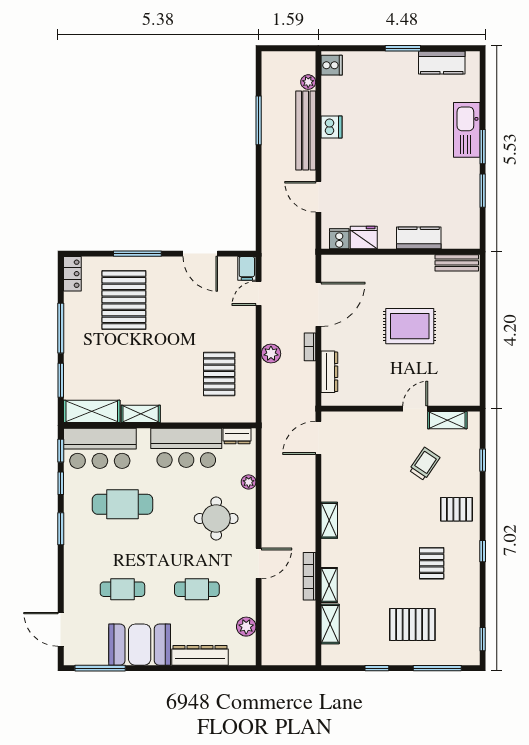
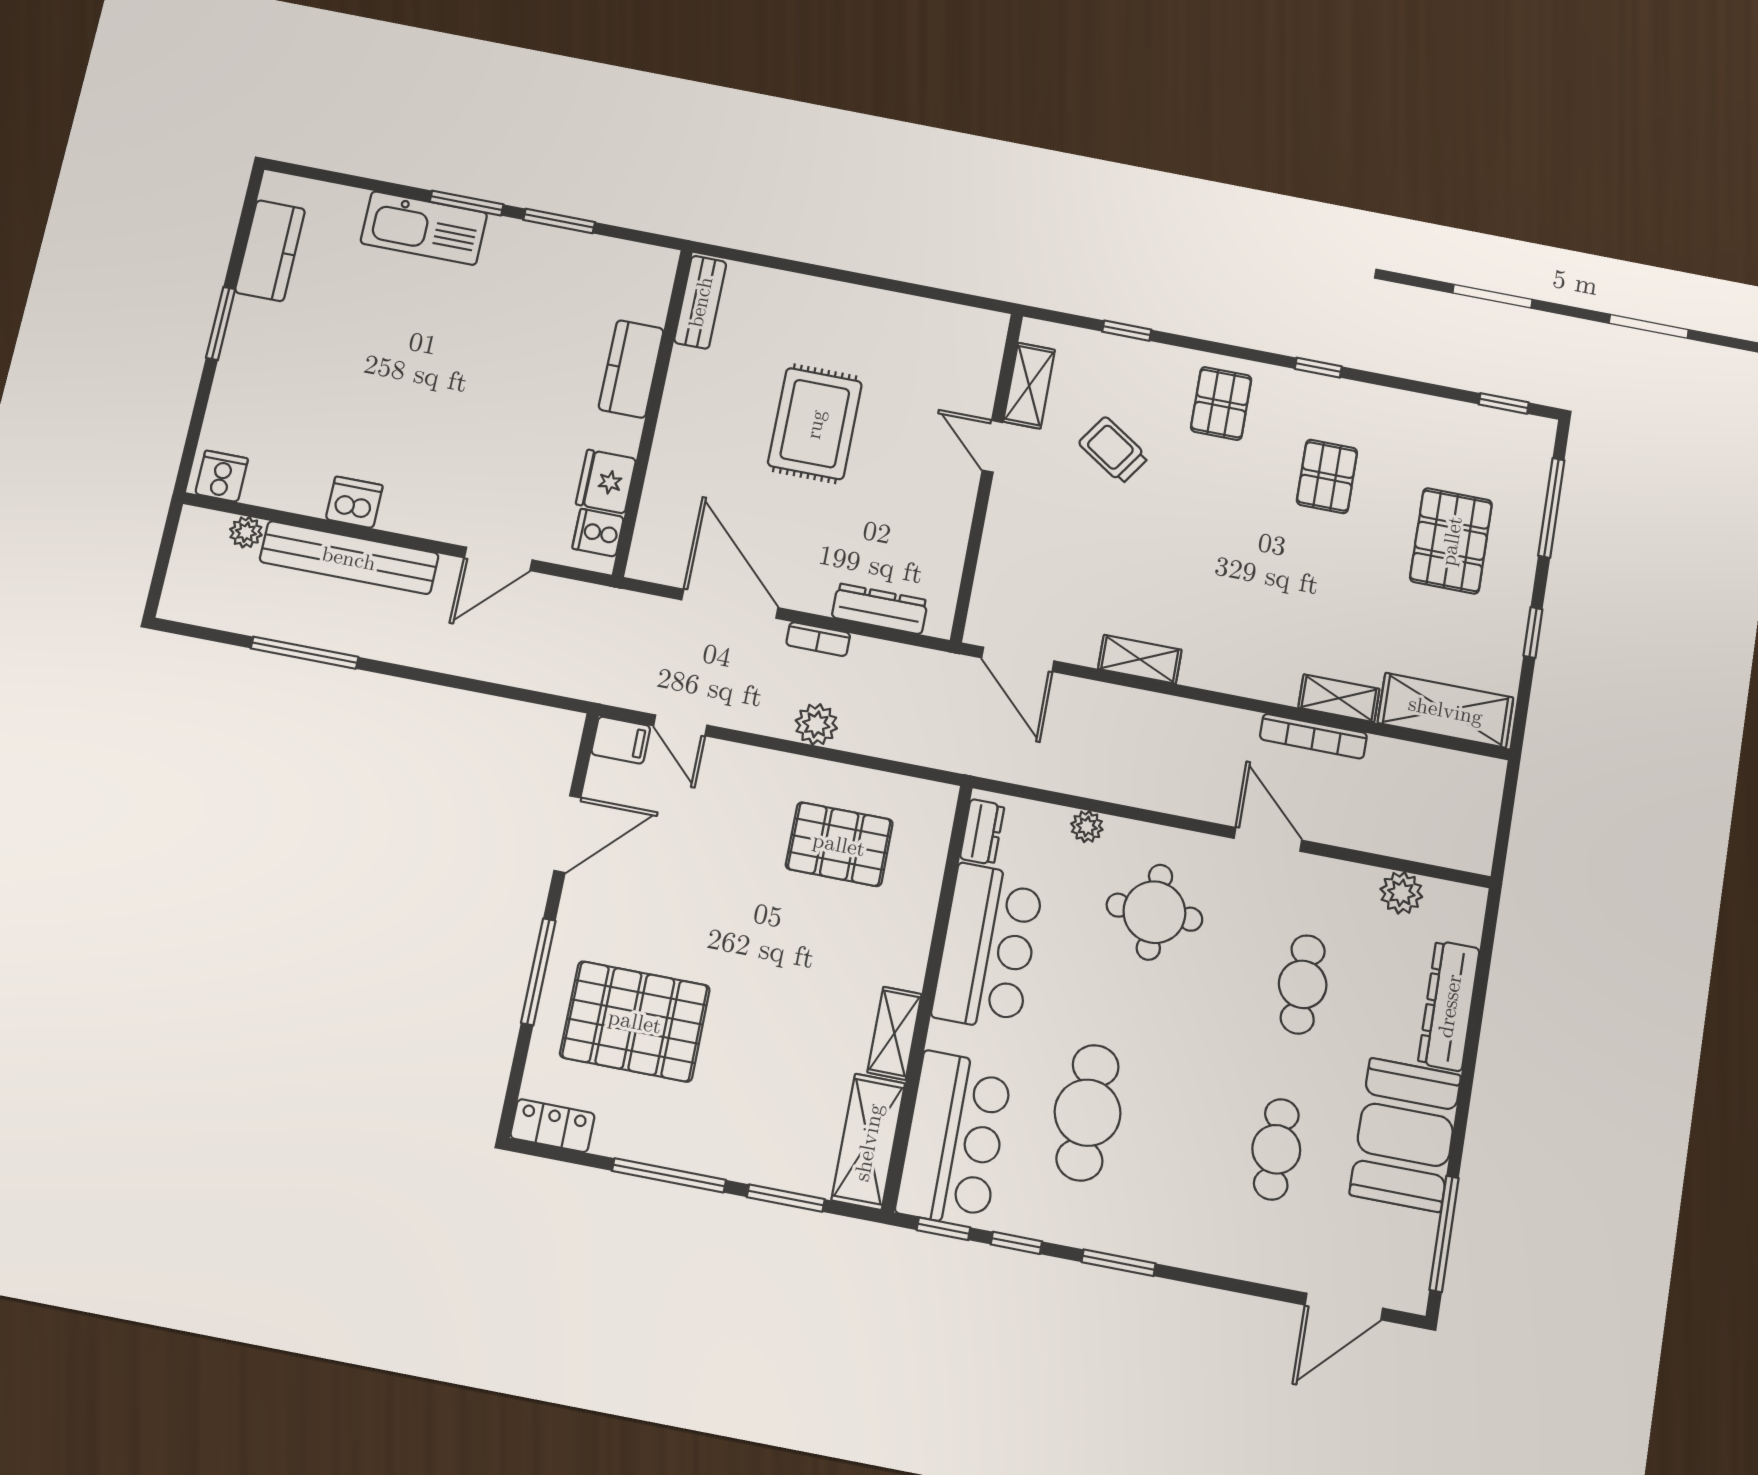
shelving: (329, 520) -> (1140, 659), moved
pallet: (432, 563) -> (1327, 476), turned 90
shelving: (330, 624) -> (1446, 710), width x1.50, depth x1.33

